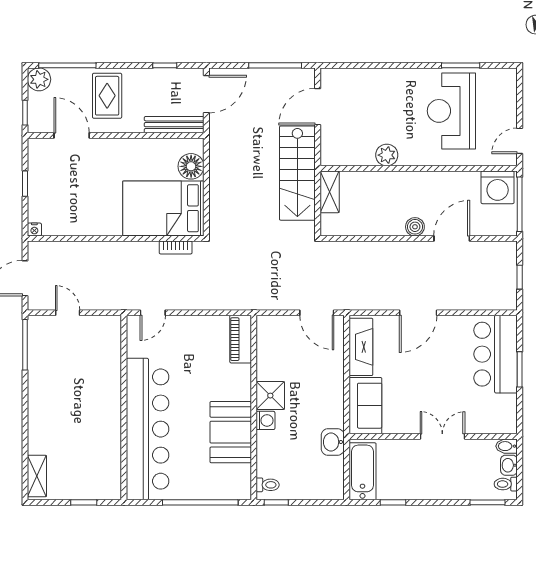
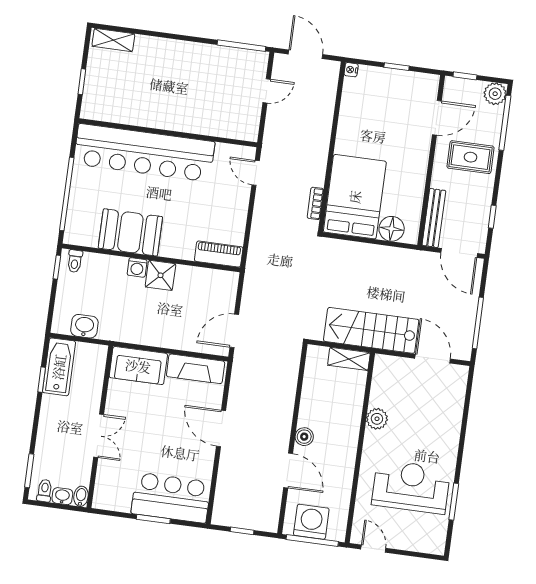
washing machine: (498, 187) -> (311, 522), moved, turned 90
washbasin: (333, 442) -> (84, 326), moved
bathtub: (362, 471) -> (59, 367), moved, turned -90

